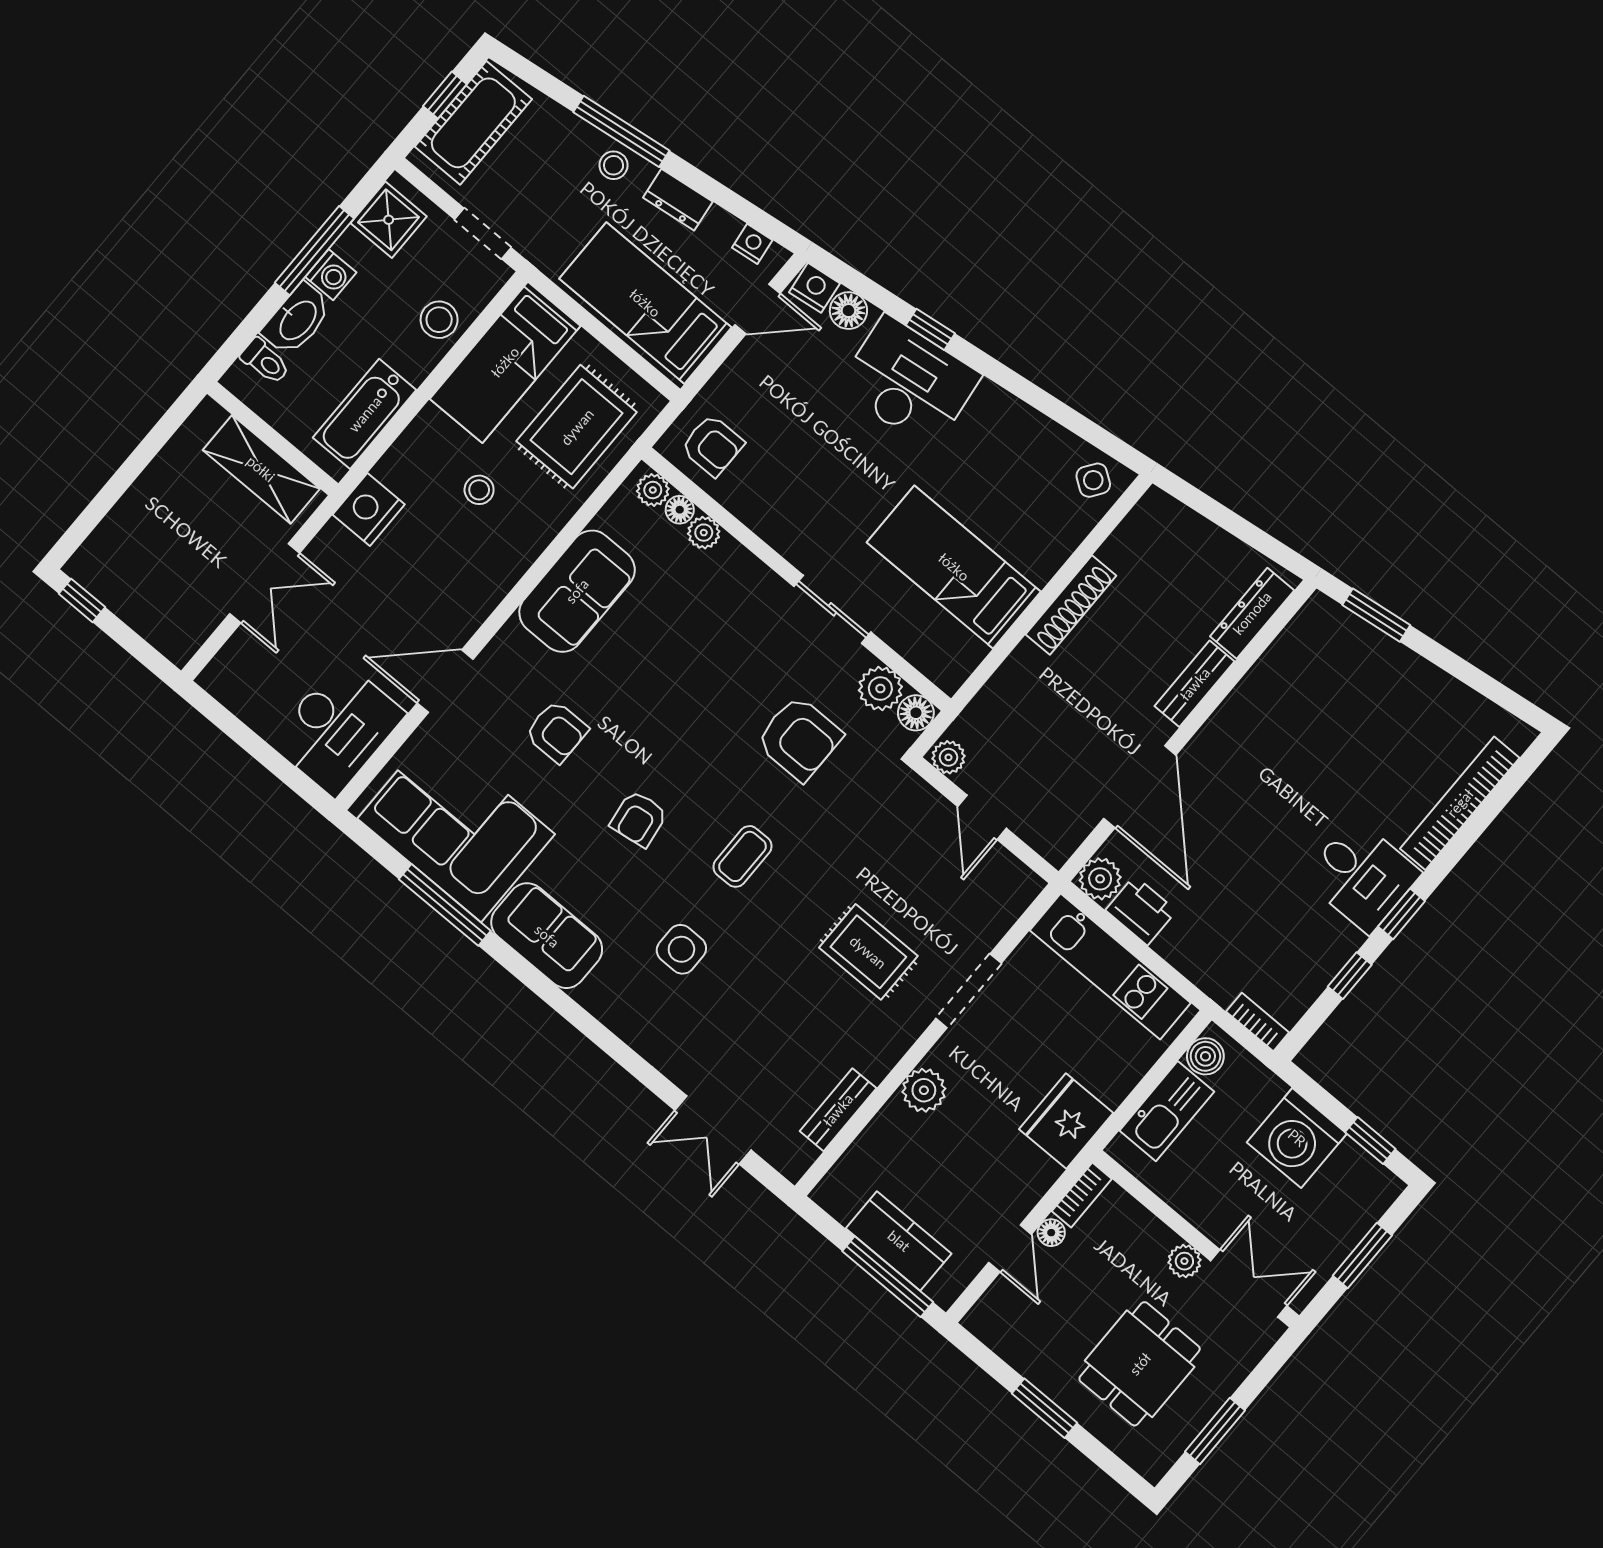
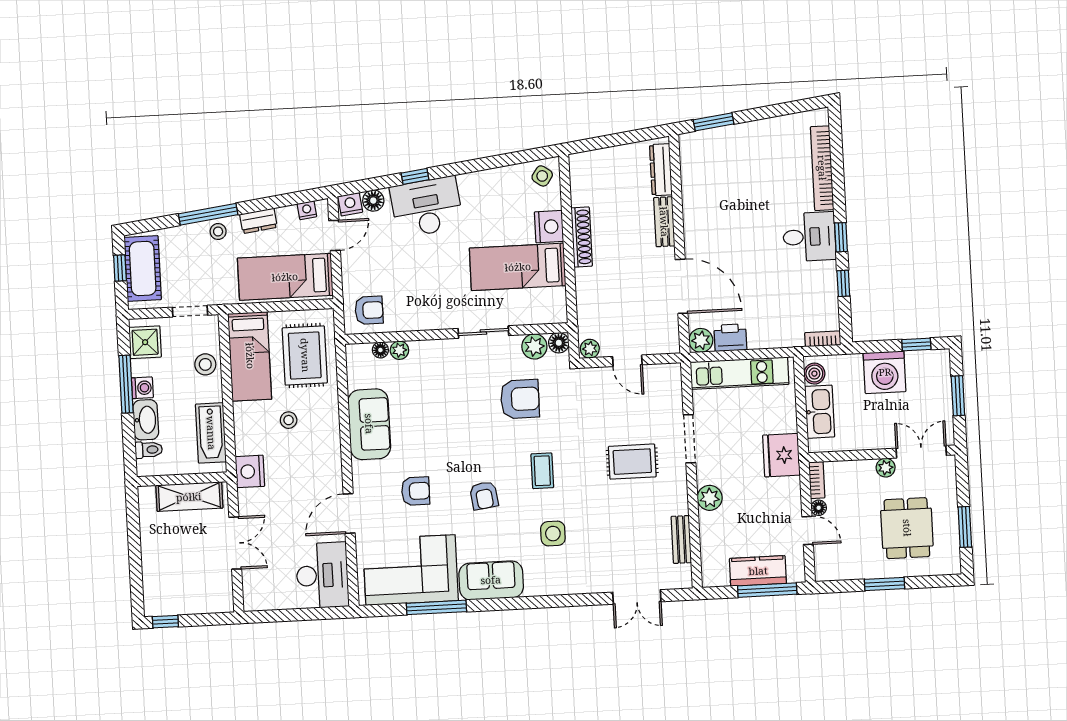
plant: (653, 490) -> (361, 352), removed
nightstand: (1042, 553) -> (549, 227), added

